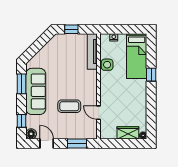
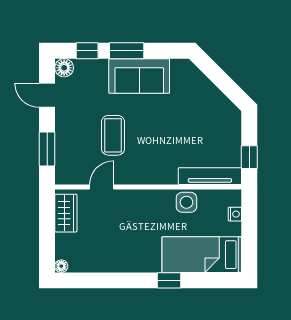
window: (71, 29) -> (249, 157), moved
window: (21, 84) -> (127, 51), moved
sofa: (36, 91) -> (139, 76), width x0.73
wardrobe: (128, 133) -> (66, 213), moved
door: (47, 143) -> (47, 95), swing flipped

